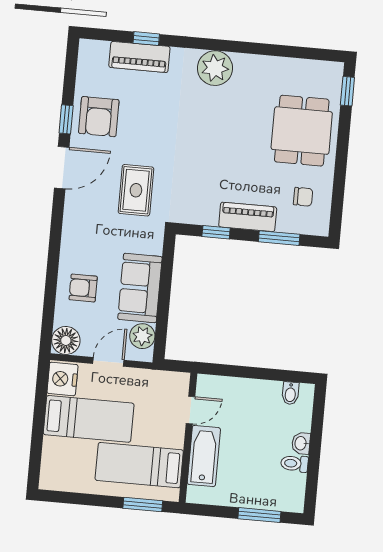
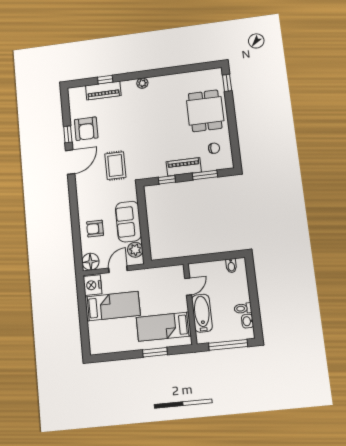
plant: (215, 68) -> (142, 83), width x0.53, depth x0.53
door: (190, 410) -> (188, 287), moved
wall: (188, 438) -> (190, 304), moved
washbasin: (301, 443) -> (248, 321), moved
bathtub: (204, 456) -> (202, 313), moved
bed: (139, 465) -> (164, 327), moved
window: (259, 515) -> (228, 345), width x1.44

